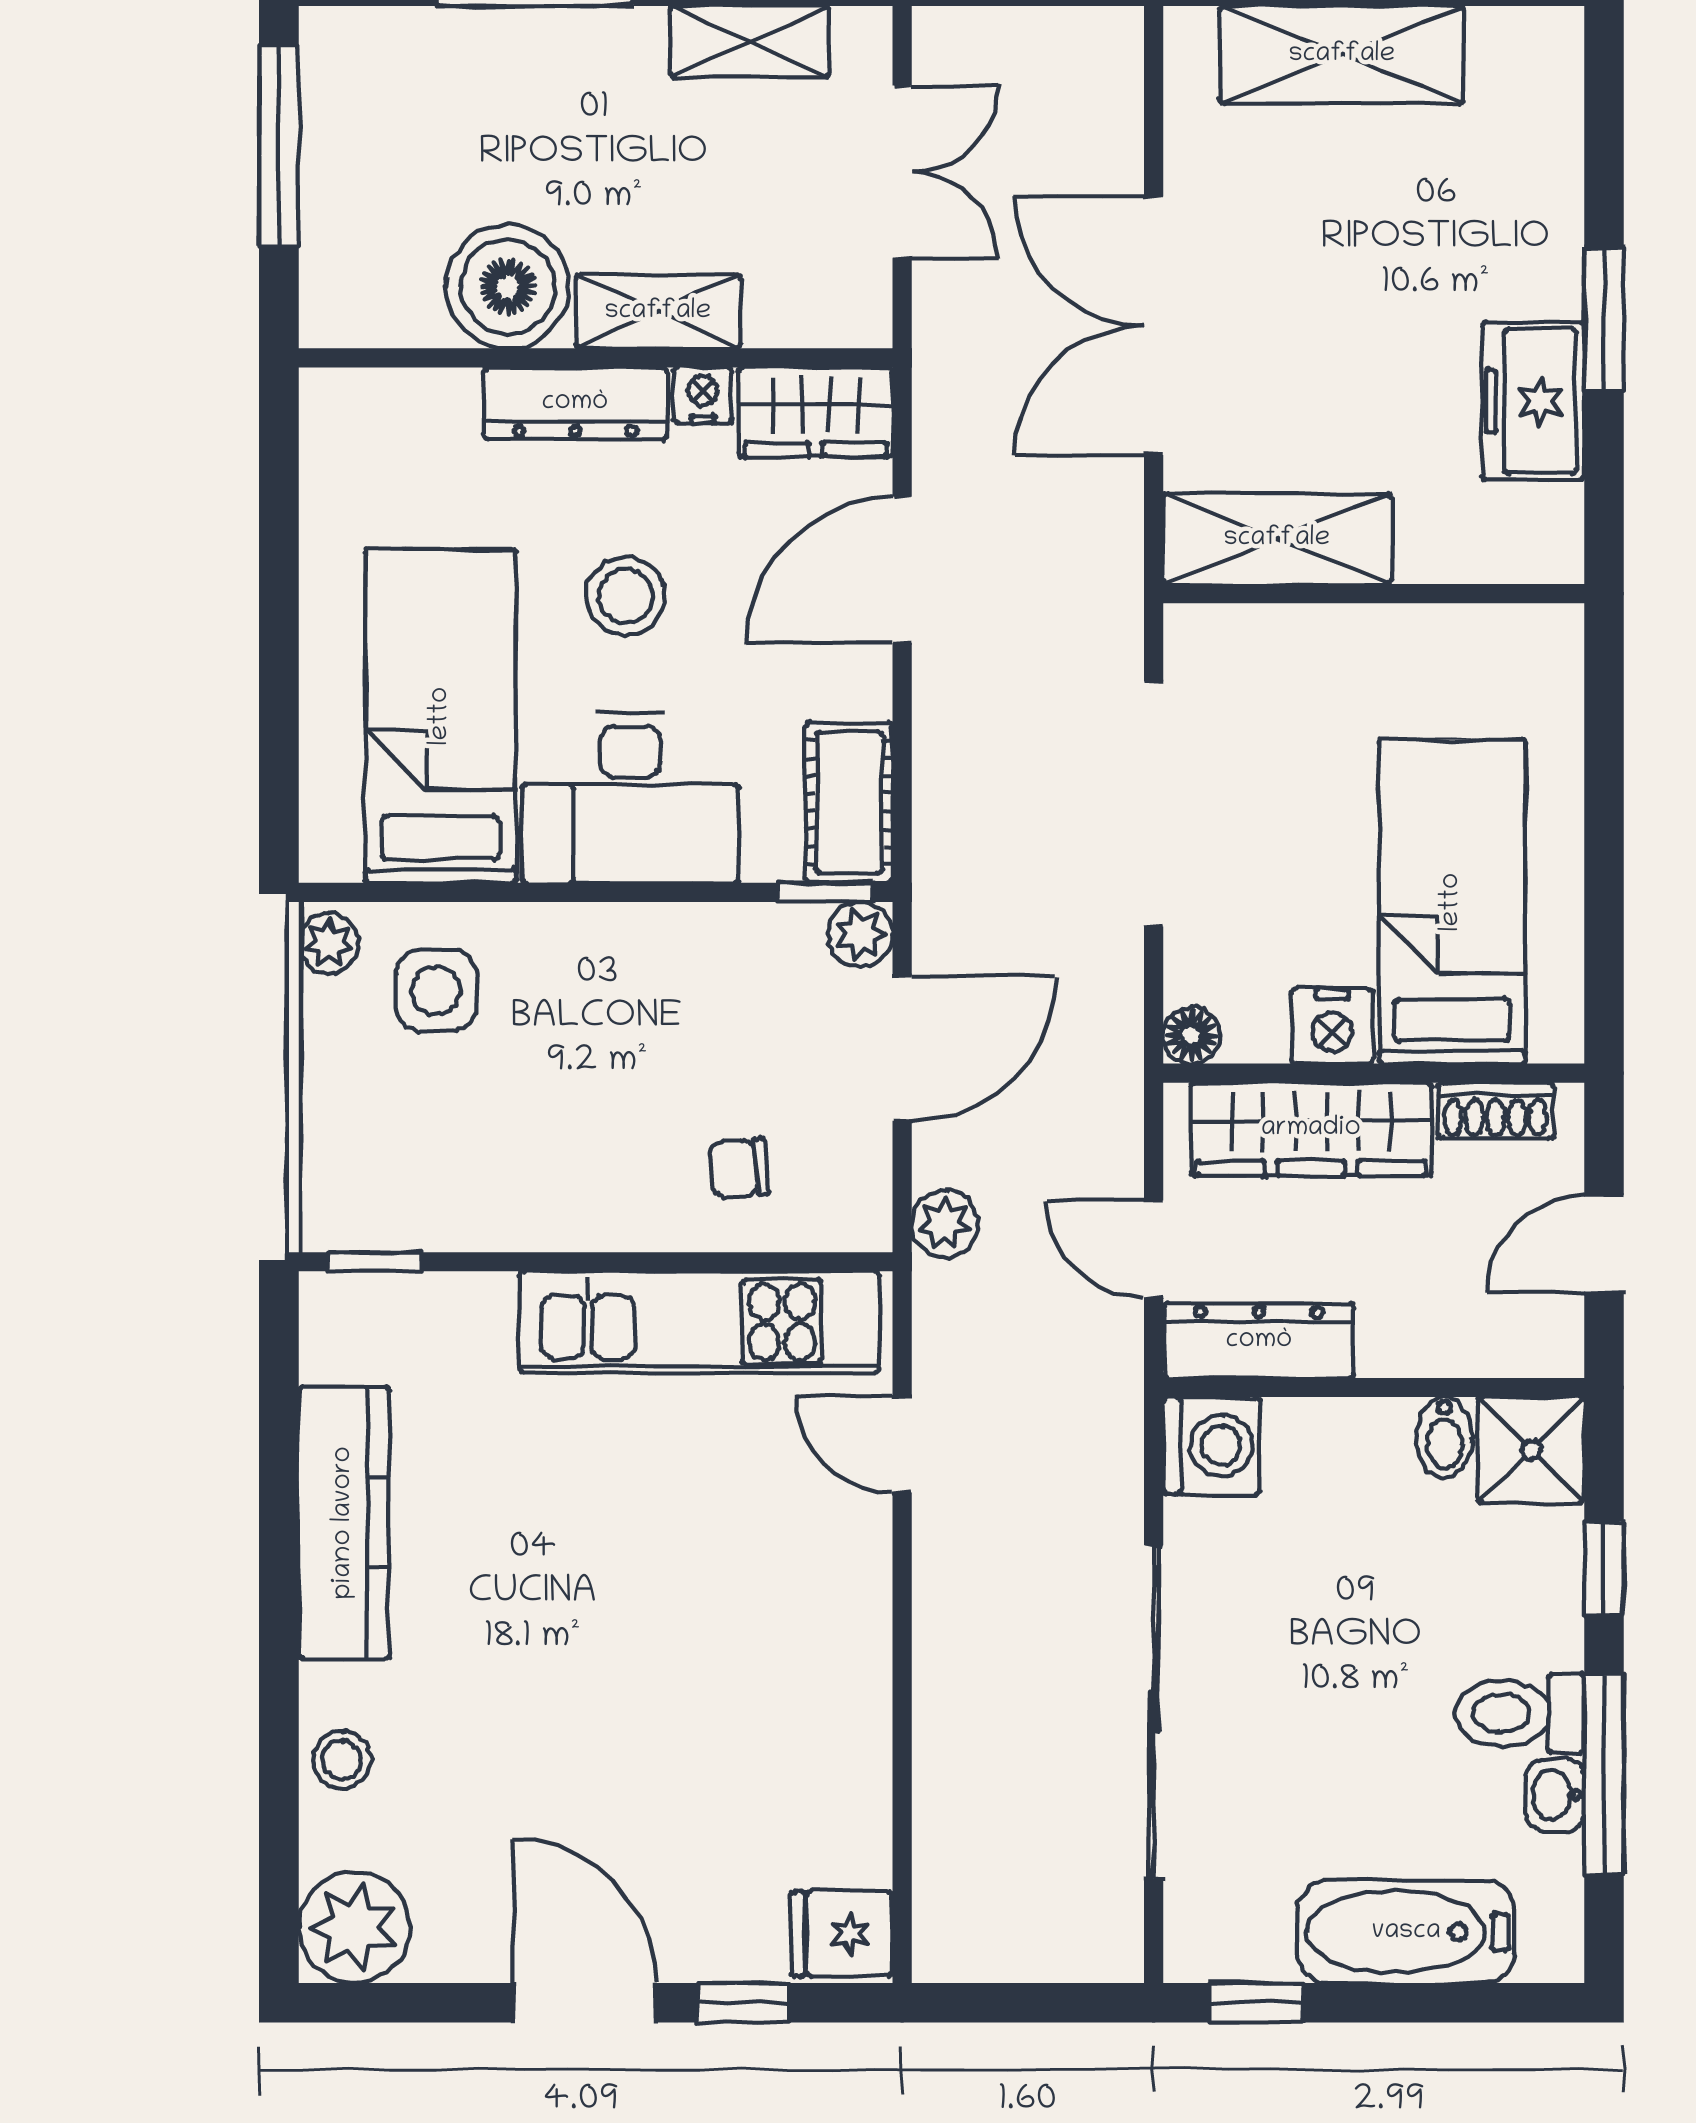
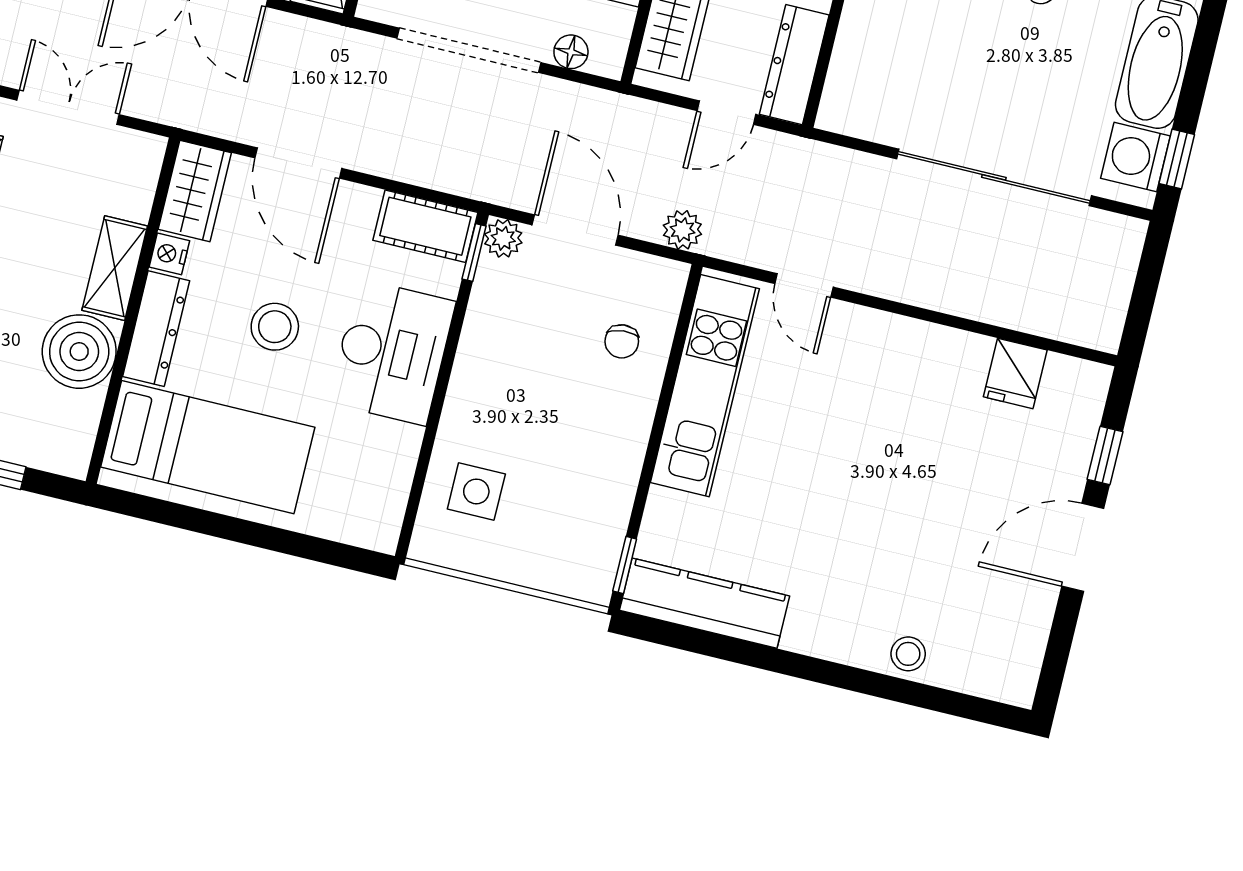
bed: (441, 716) -> (208, 447), moved, turned 180
plant: (329, 943) -> (434, 547), removed
floor lamp: (1191, 1035) -> (571, 52), moved
door: (902, 1444) -> (804, 285), hinge flipped
washing machine: (1212, 1445) -> (1135, 157), moved, turned -90
kitchen counter: (344, 1523) -> (705, 603), moved
plant: (354, 1927) -> (1007, 670), removed
fridge: (842, 1934) -> (1015, 373), moved

